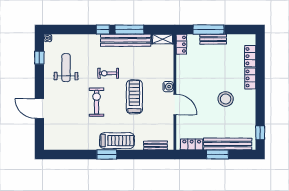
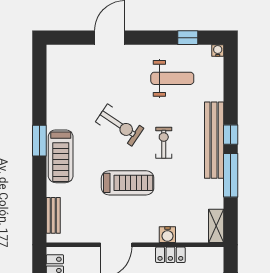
bench: (126, 40) -> (214, 140), moved
locker: (181, 44) -> (170, 255), moved
water cooler: (168, 87) -> (167, 235), moved
exercise bike: (97, 102) -> (120, 125), turned 34

